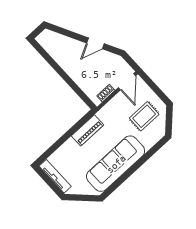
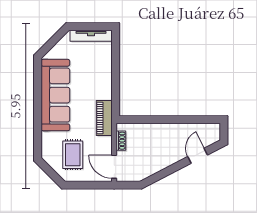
door: (95, 43) -> (198, 156), moved
piano: (87, 130) -> (104, 118), moved

